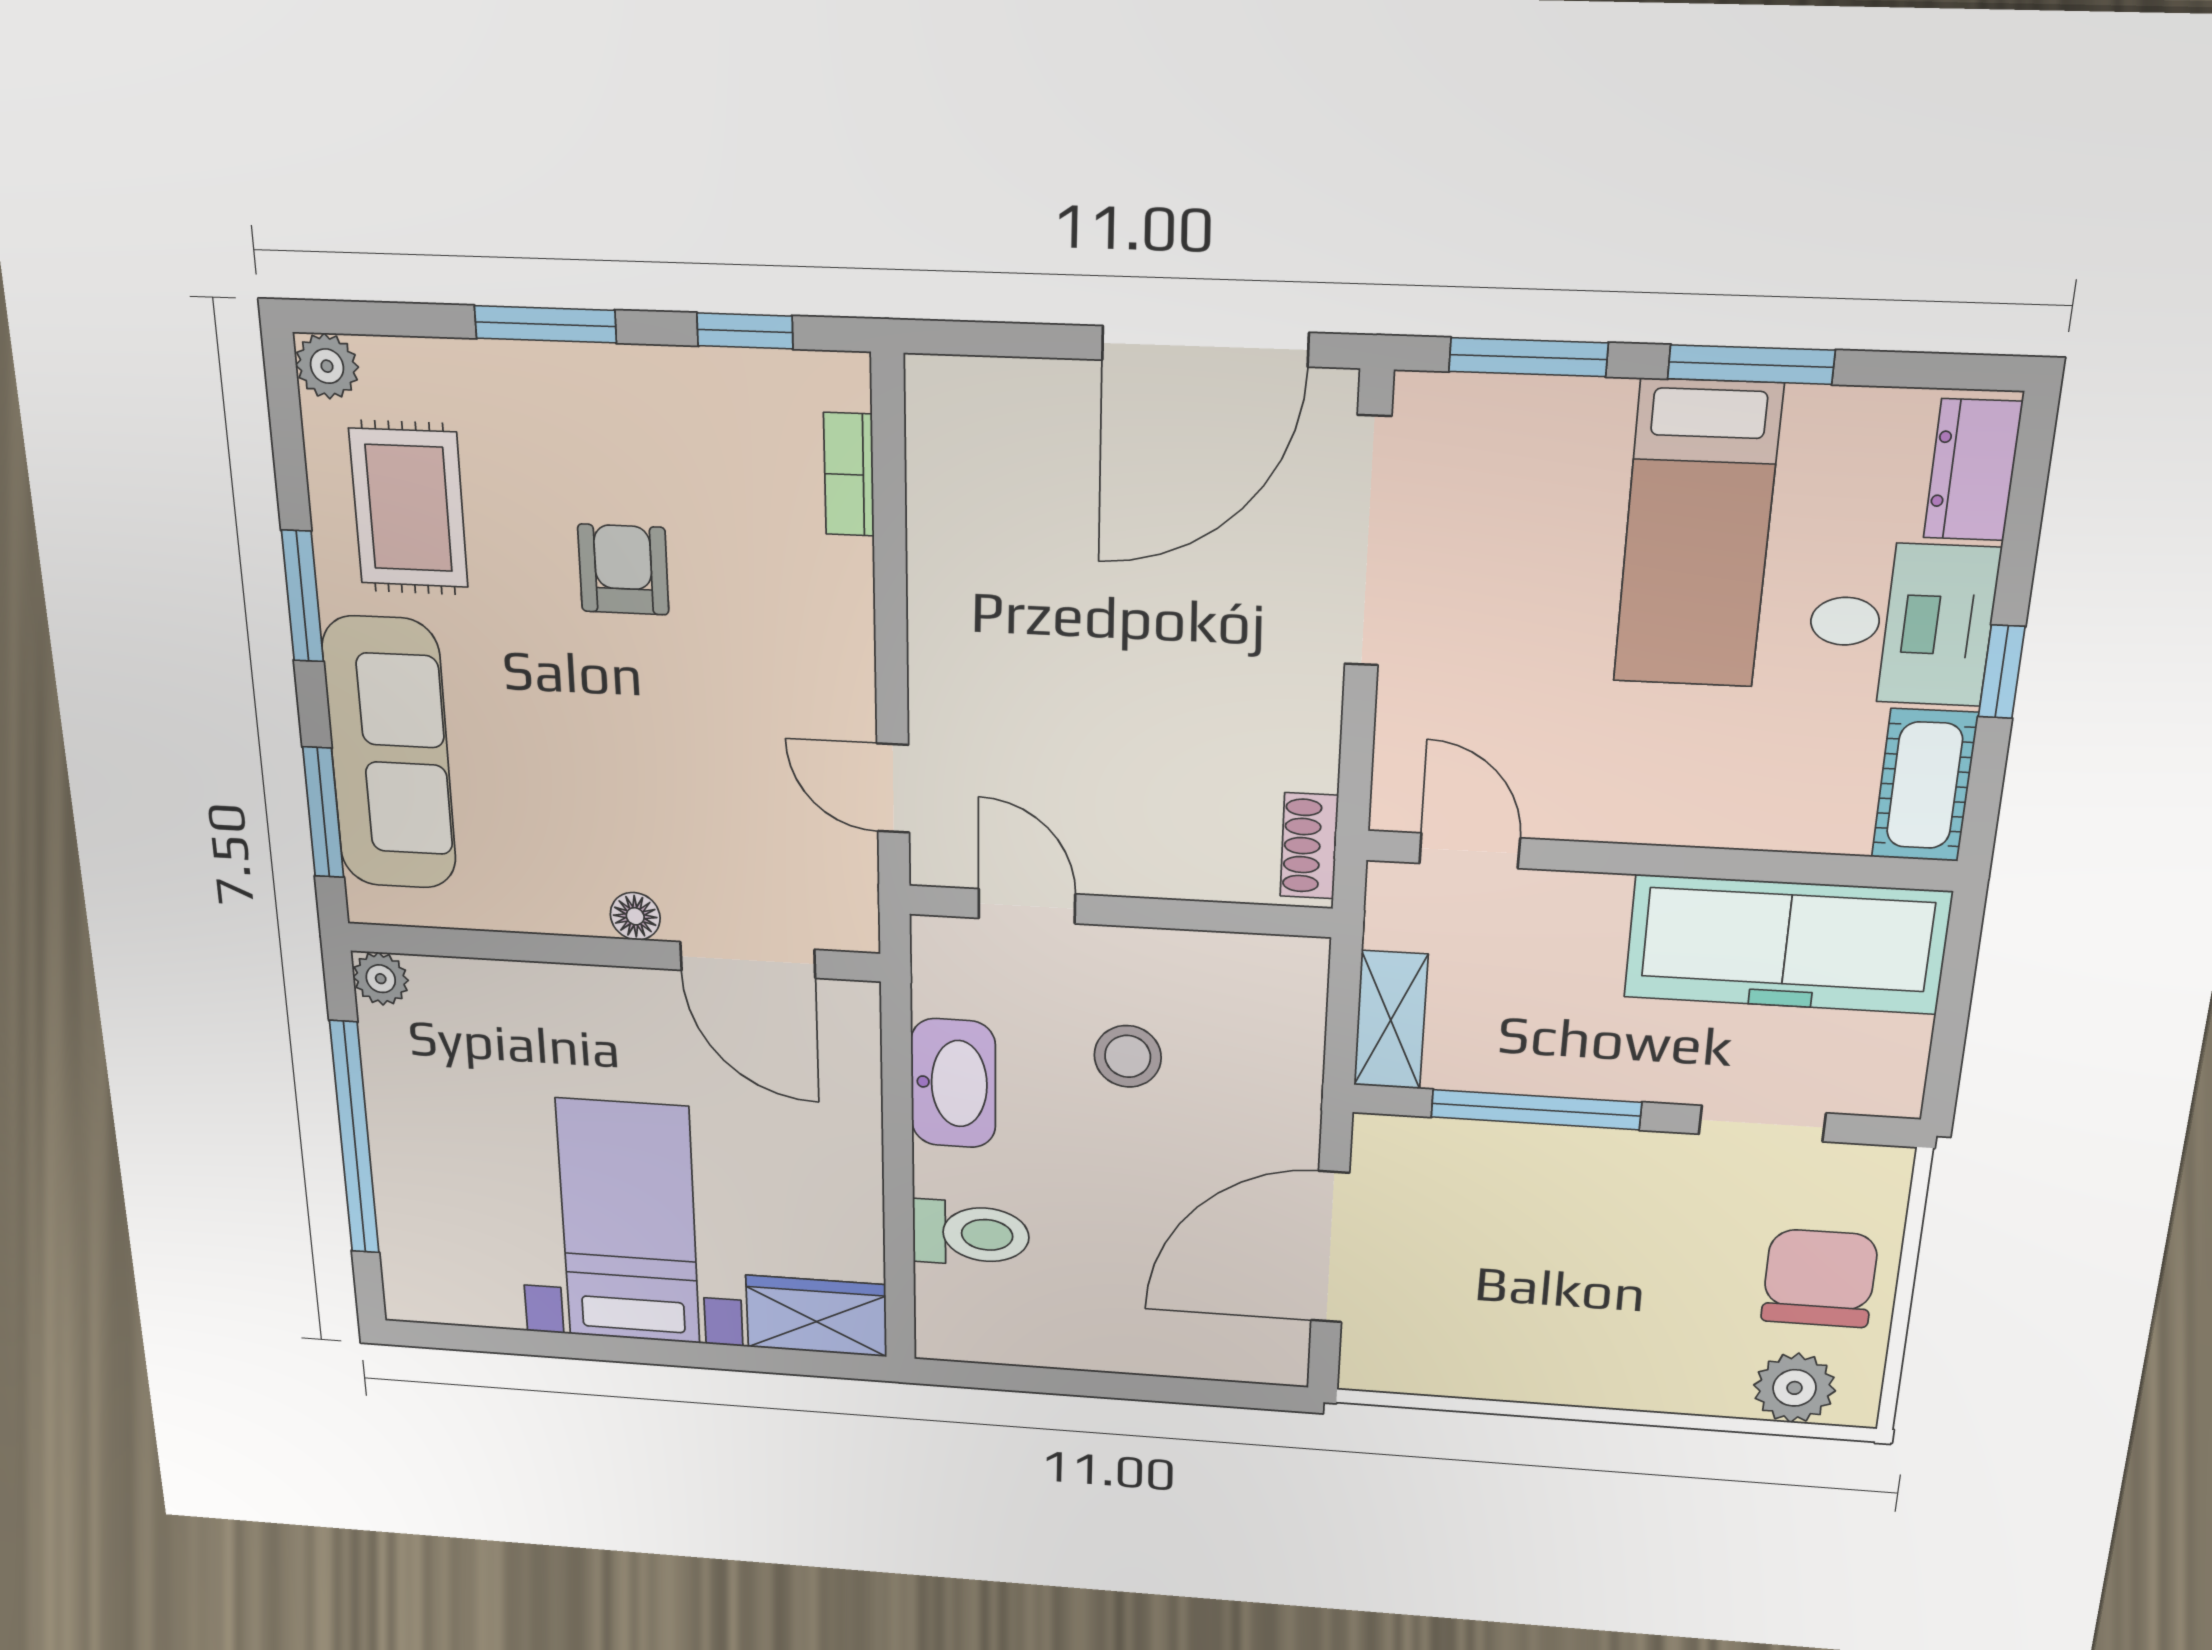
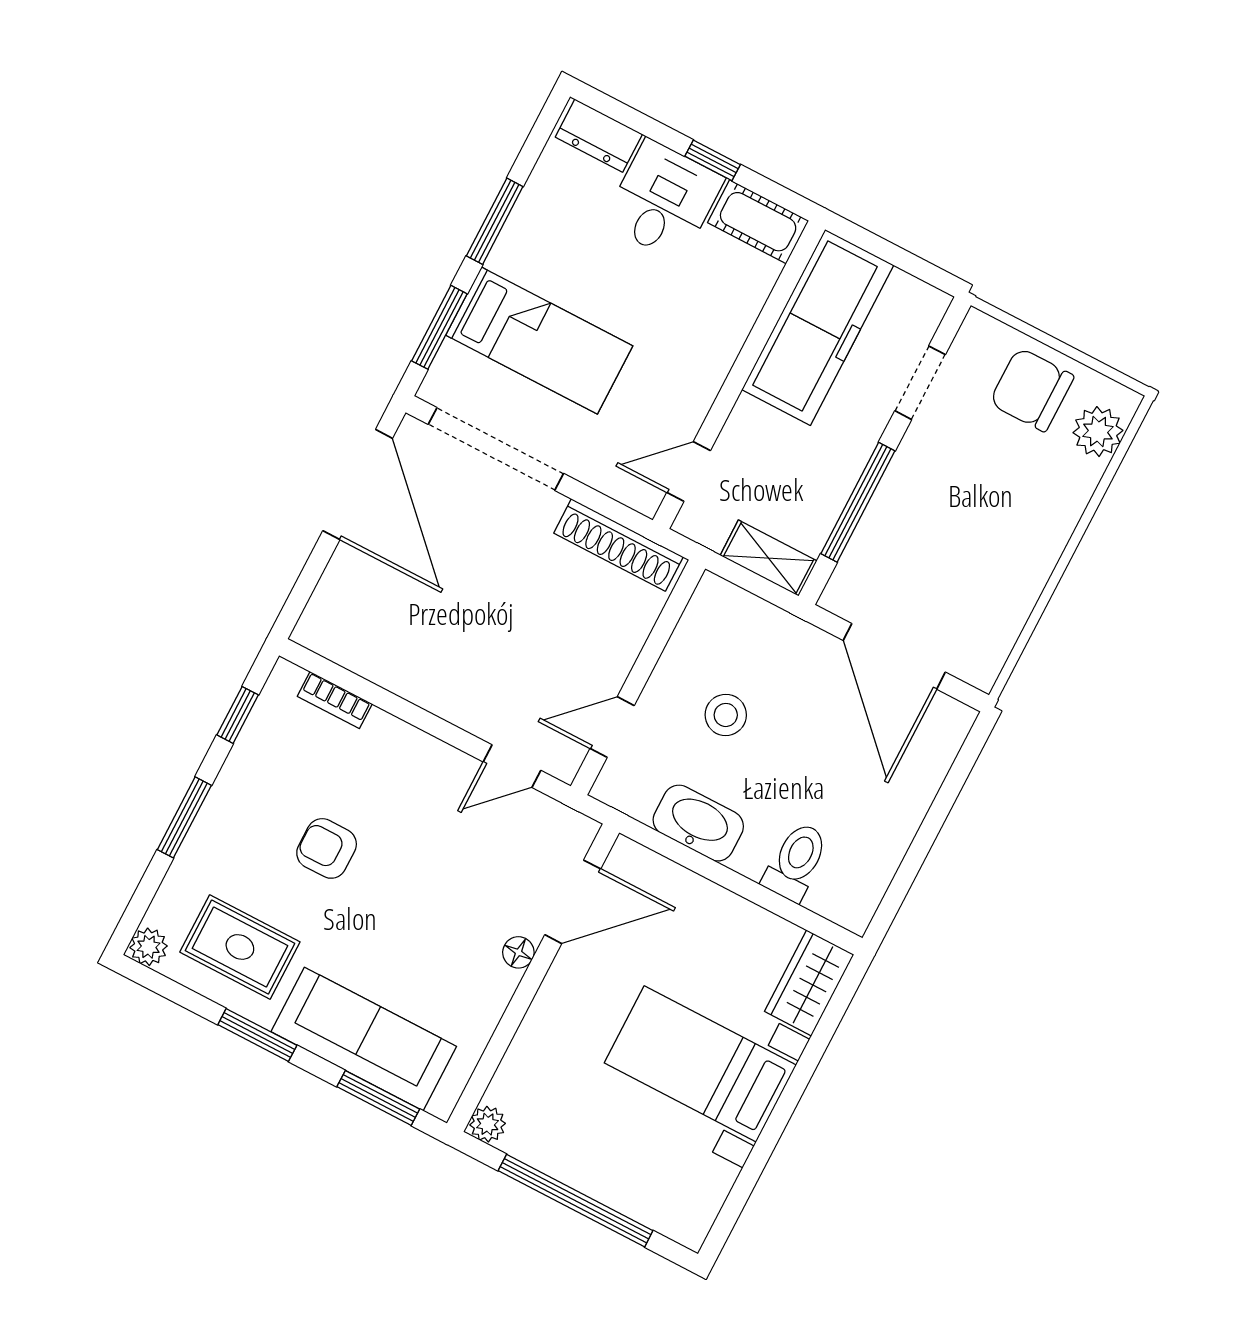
bed: (1697, 535) -> (539, 341), moved
shoe rack: (1309, 846) -> (618, 545), width x1.94, depth x1.24

